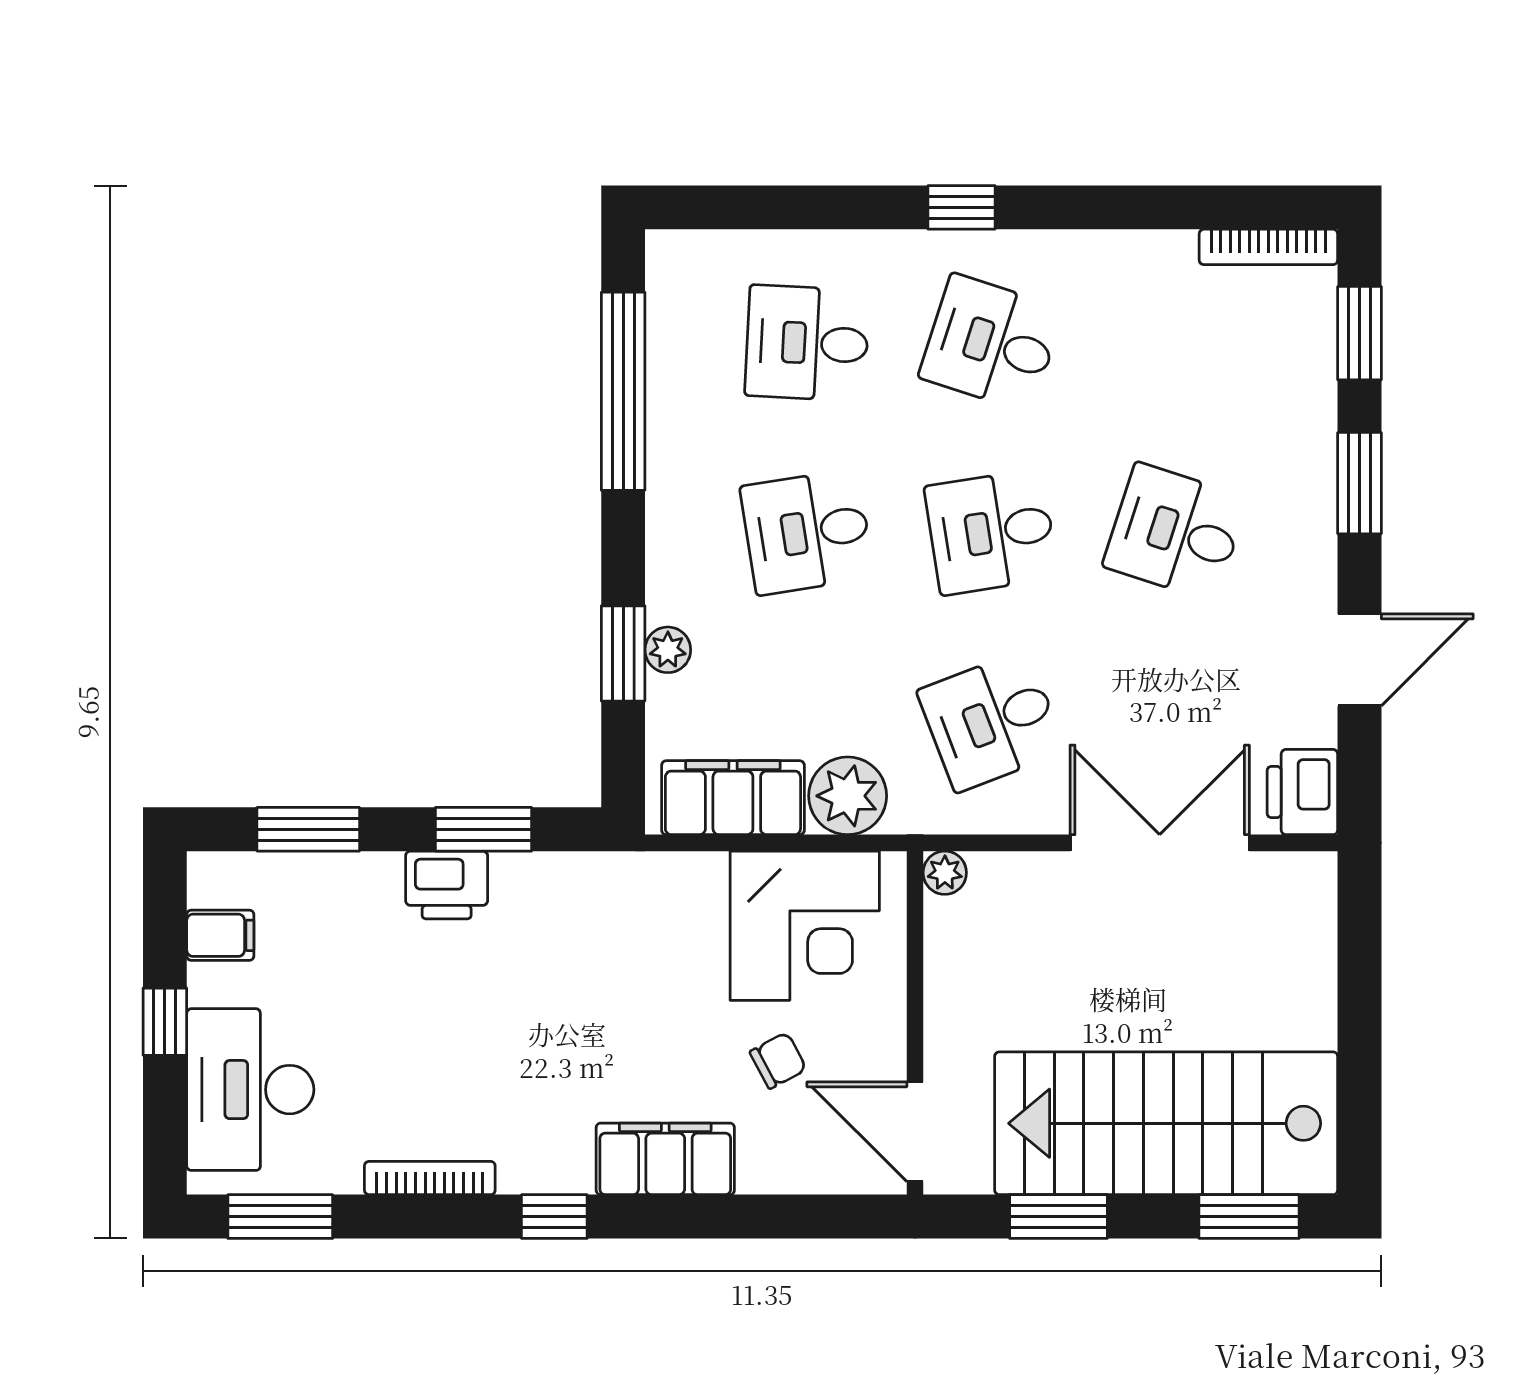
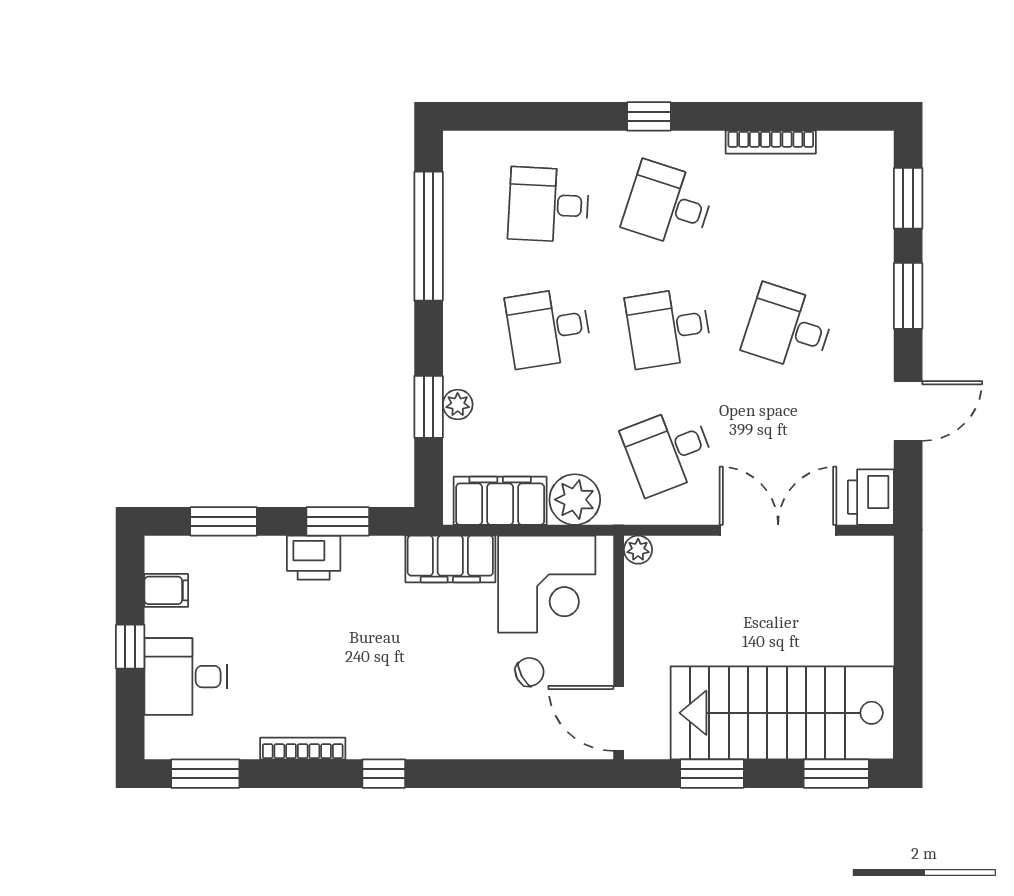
bookcase: (1268, 247) -> (771, 142), moved
desk: (250, 1090) -> (186, 677), width x0.73
filing cabinet: (665, 1159) -> (450, 559), moved, turned 180

